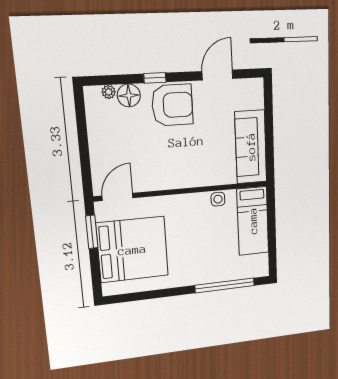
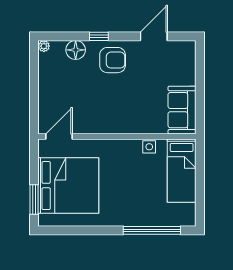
plant: (109, 92) -> (44, 46), moved
armchair: (172, 105) -> (113, 60), width x0.73, depth x0.73
sofa: (251, 147) -> (182, 110), width x0.73
window: (92, 232) -> (34, 200), moved

